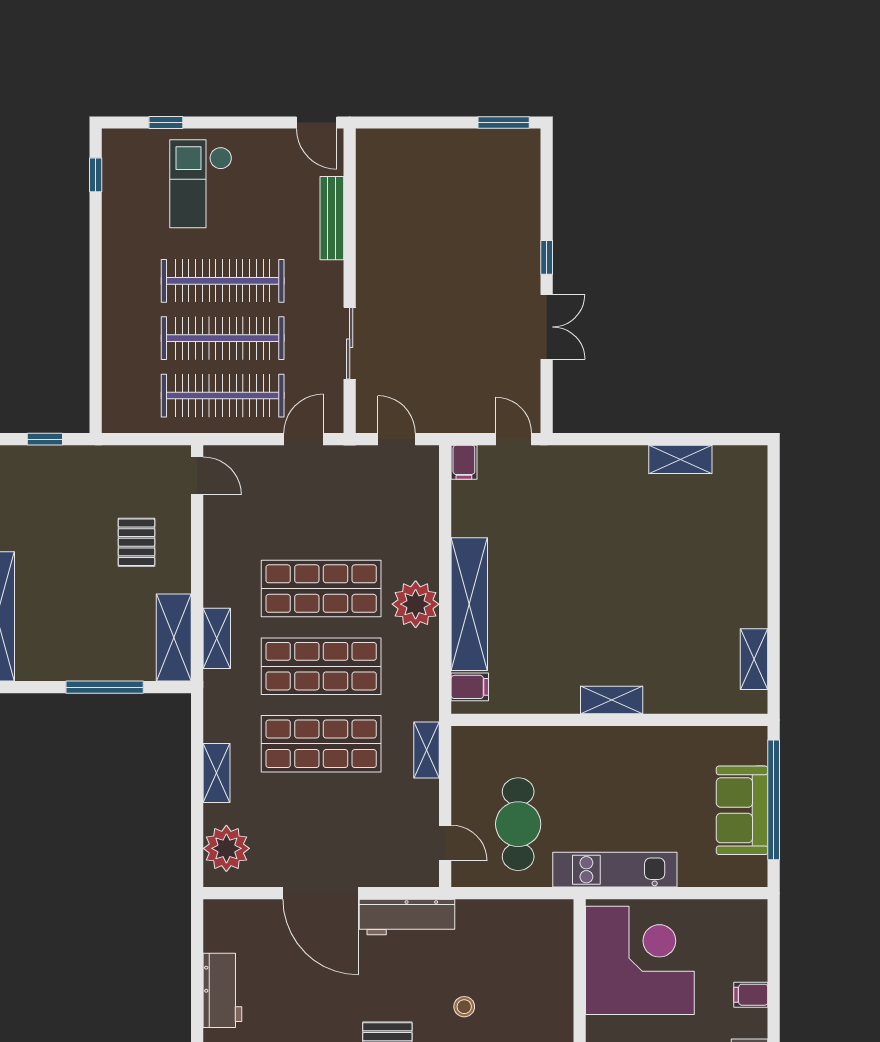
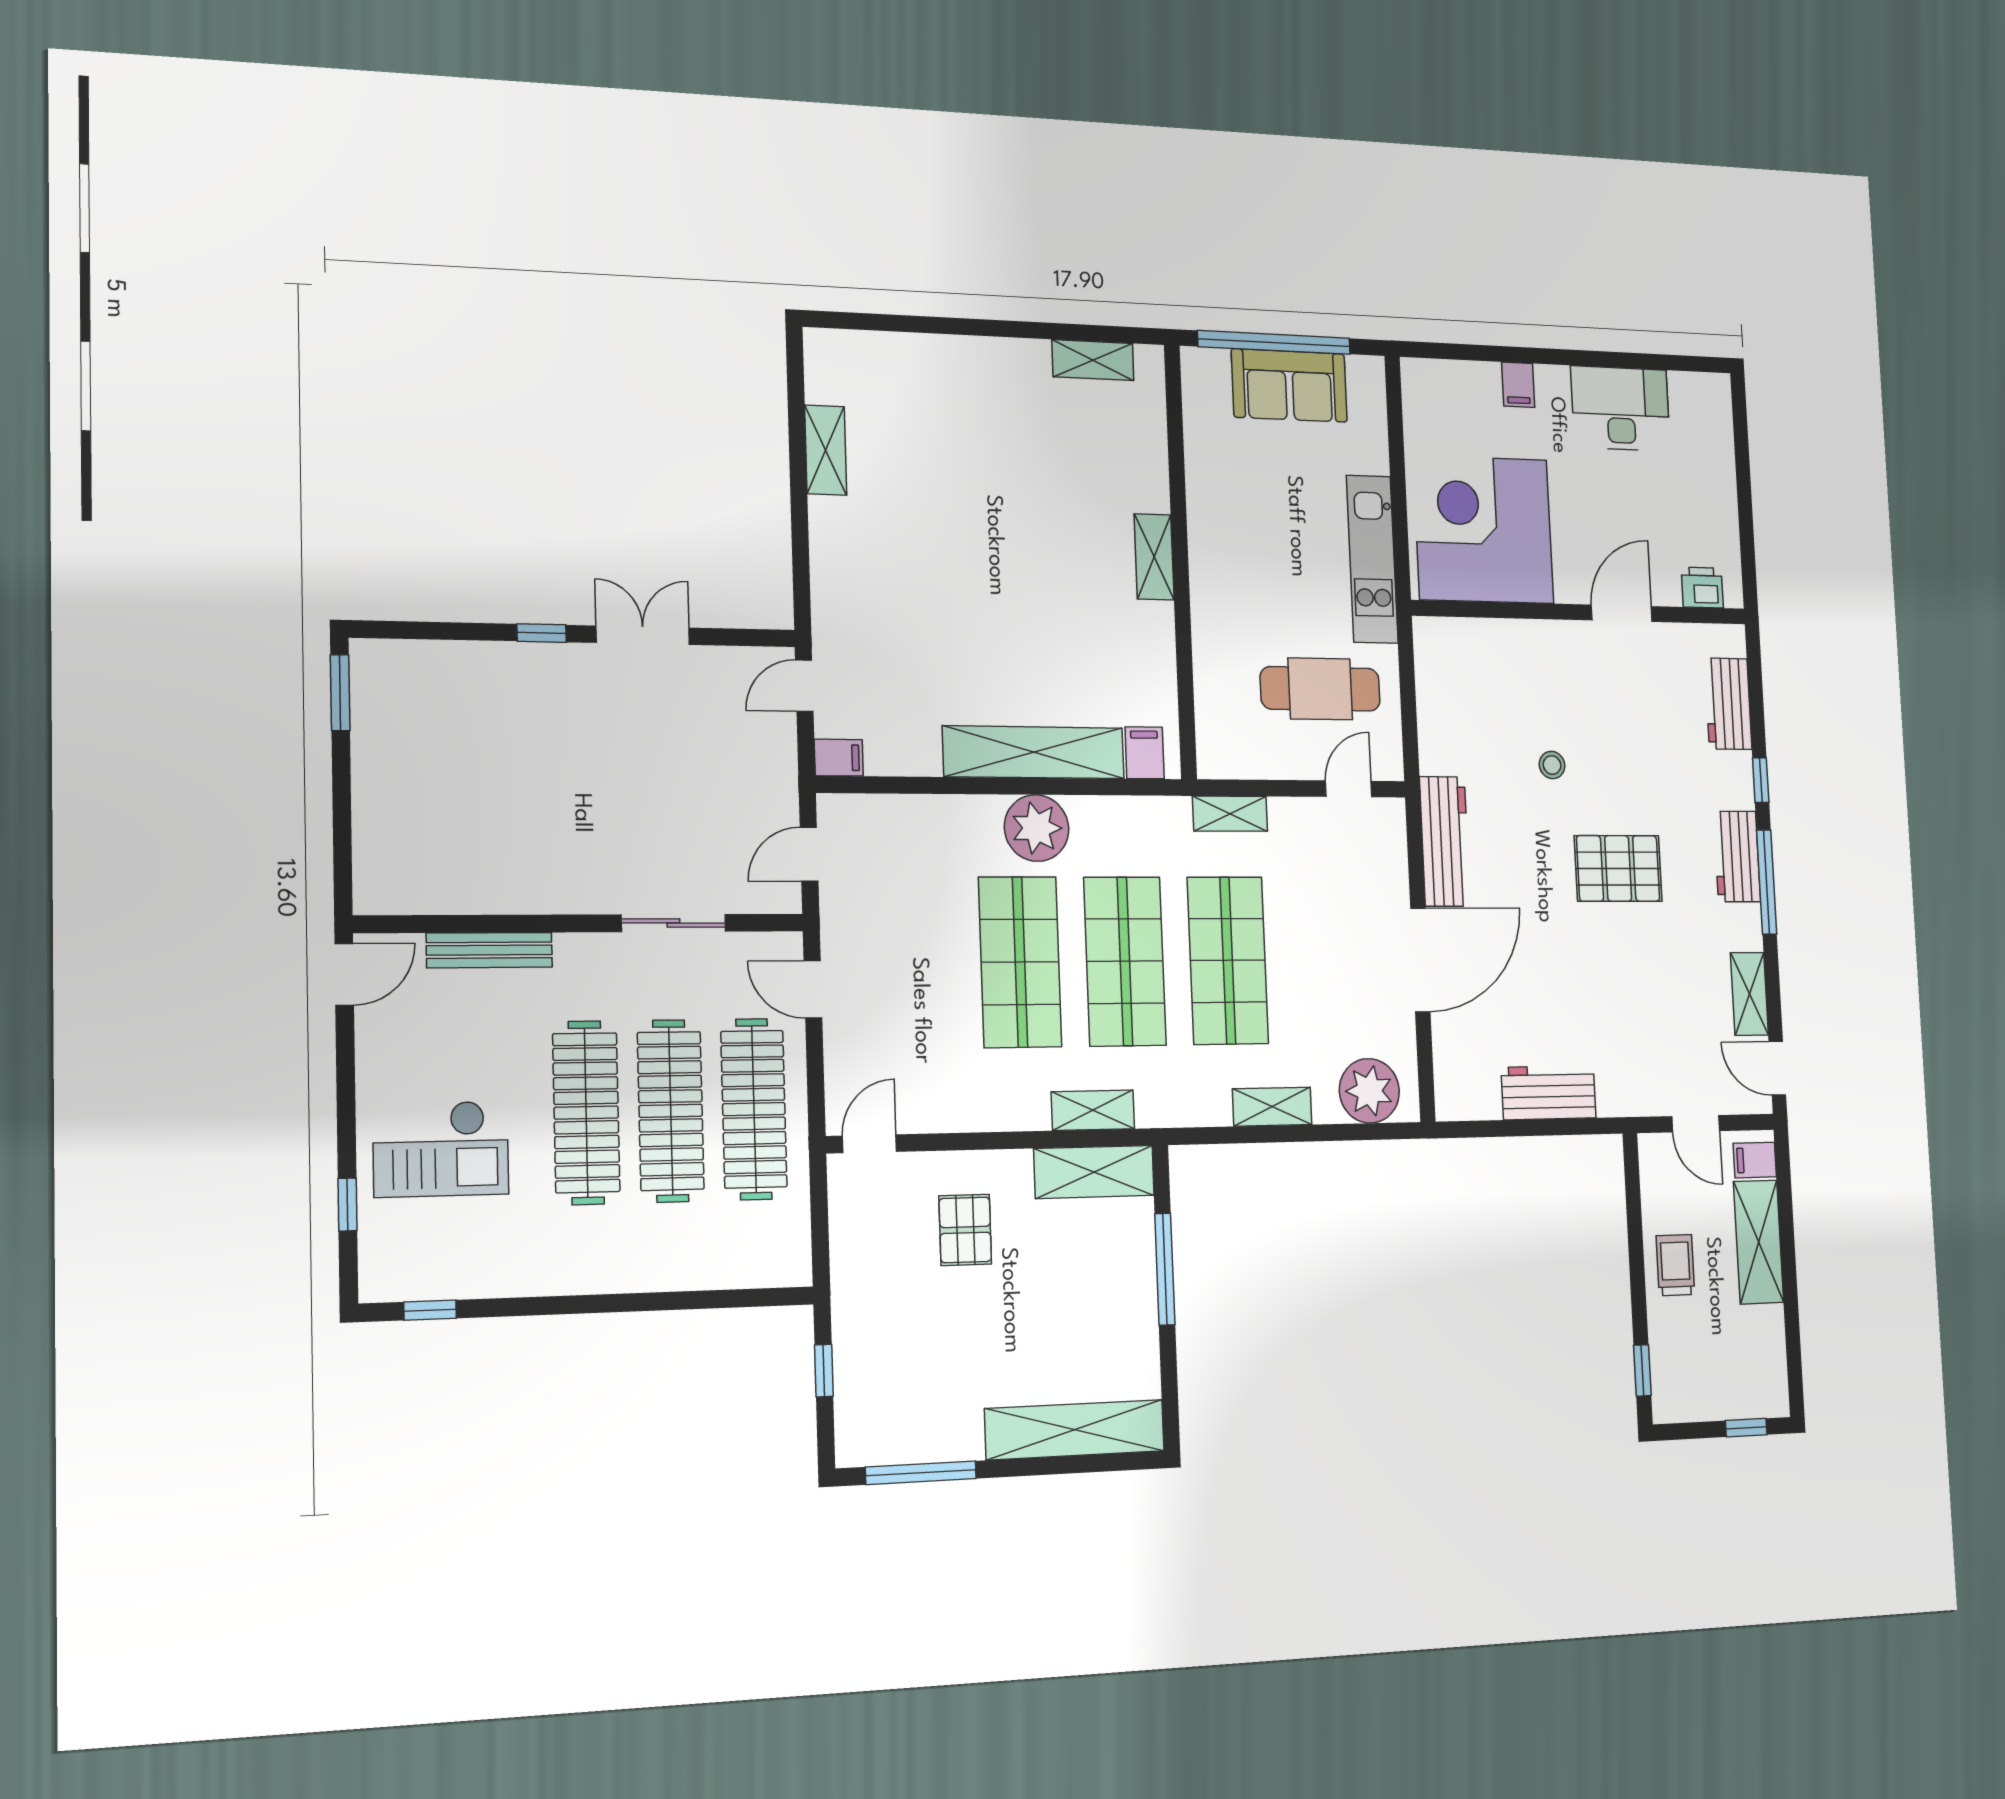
pallet: (136, 542) -> (965, 1230), turned 90

